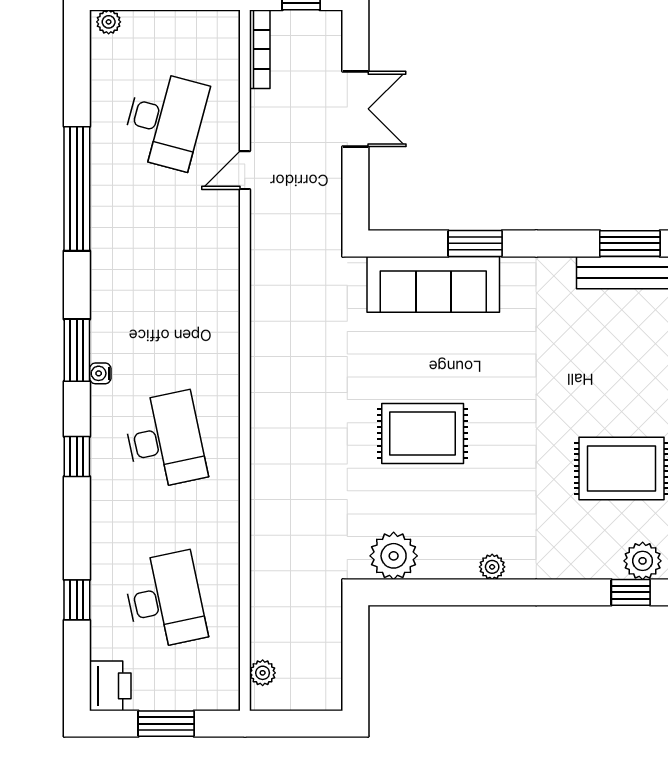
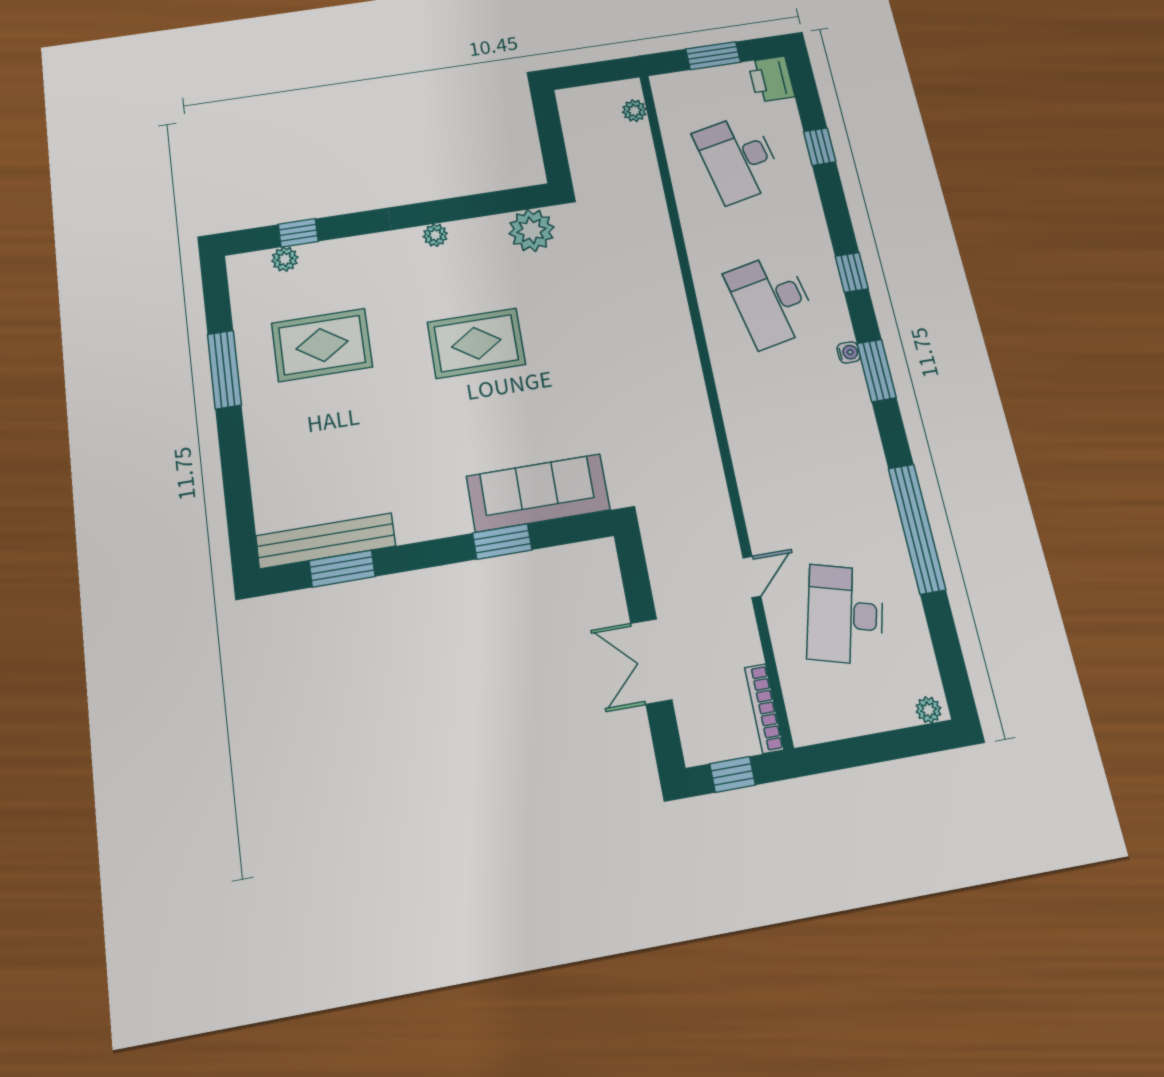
rug: (423, 433) -> (476, 343), moved
plant: (643, 561) -> (285, 259), width x0.73, depth x0.73

